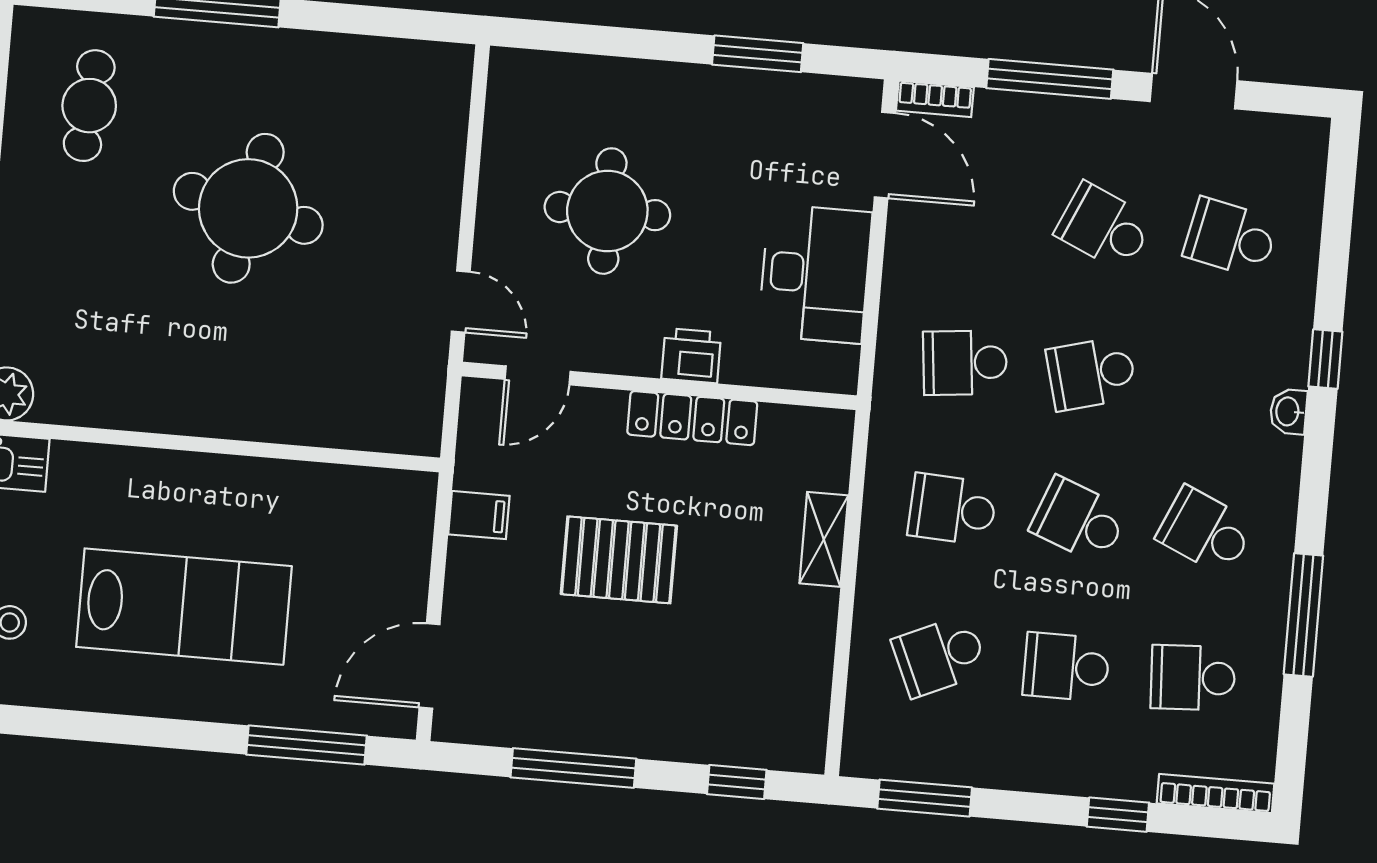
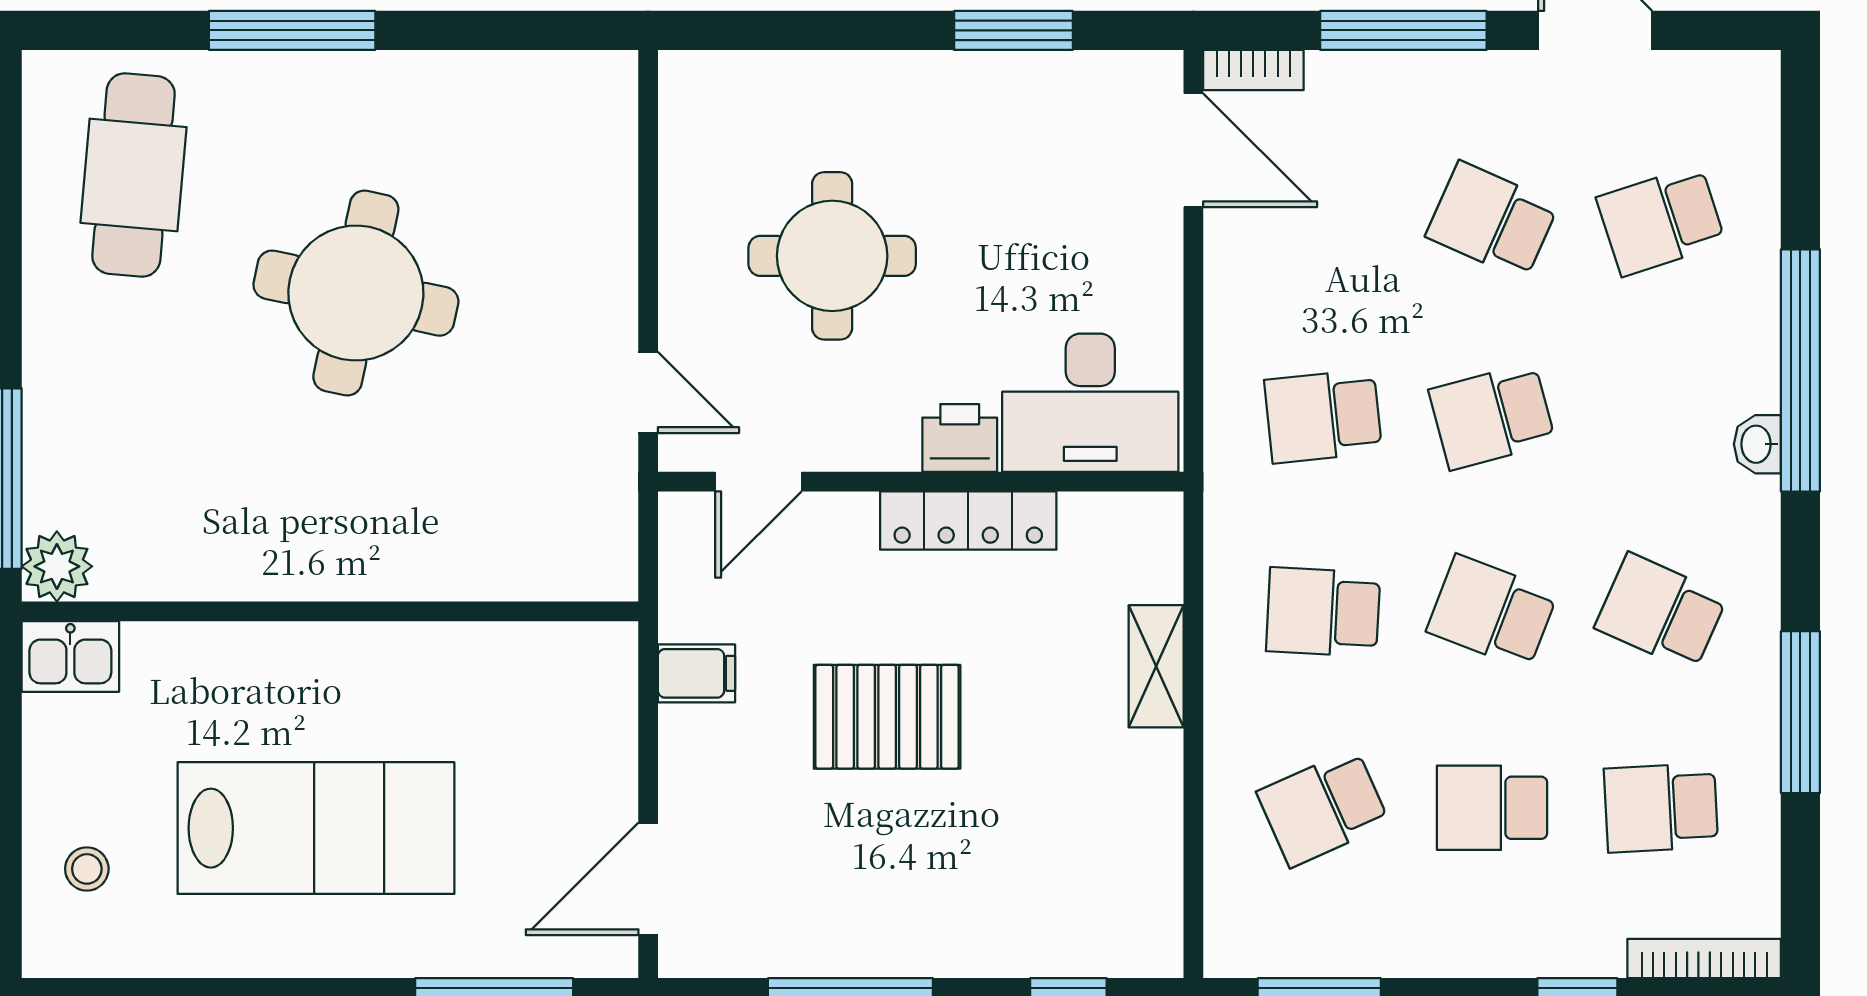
cafe table: (89, 106) -> (133, 175), width x1.37, depth x1.35
school desk: (1231, 238) -> (1661, 220), turned -30
desk: (815, 274) -> (1090, 403), moved, turned 90
window: (1325, 359) -> (1800, 370), width x3.17

